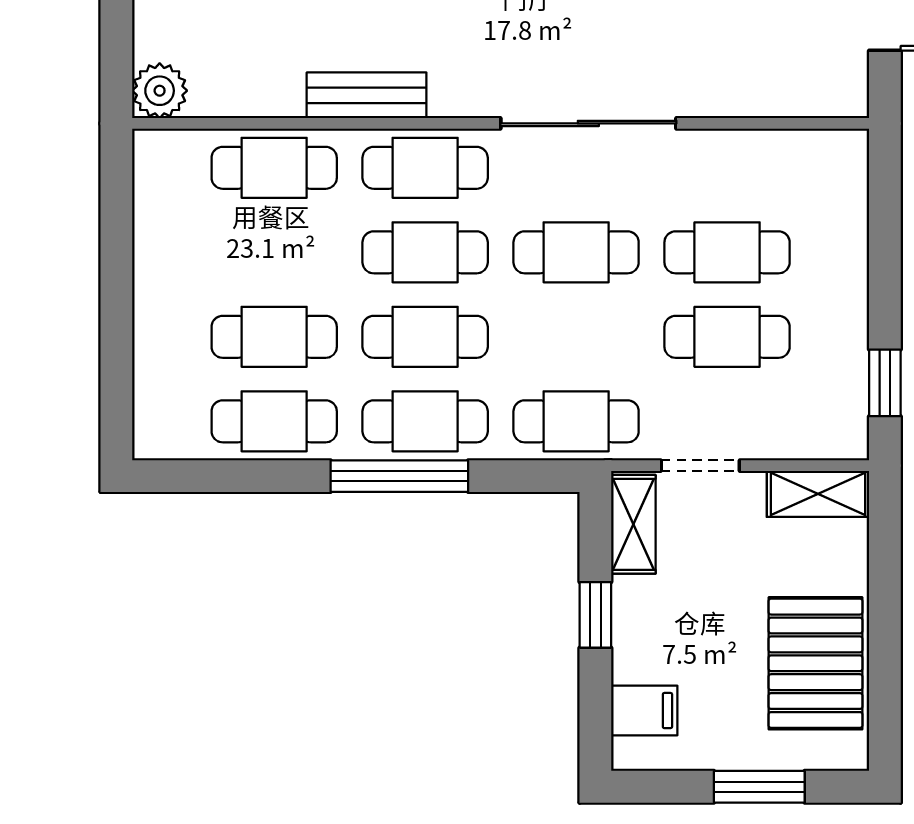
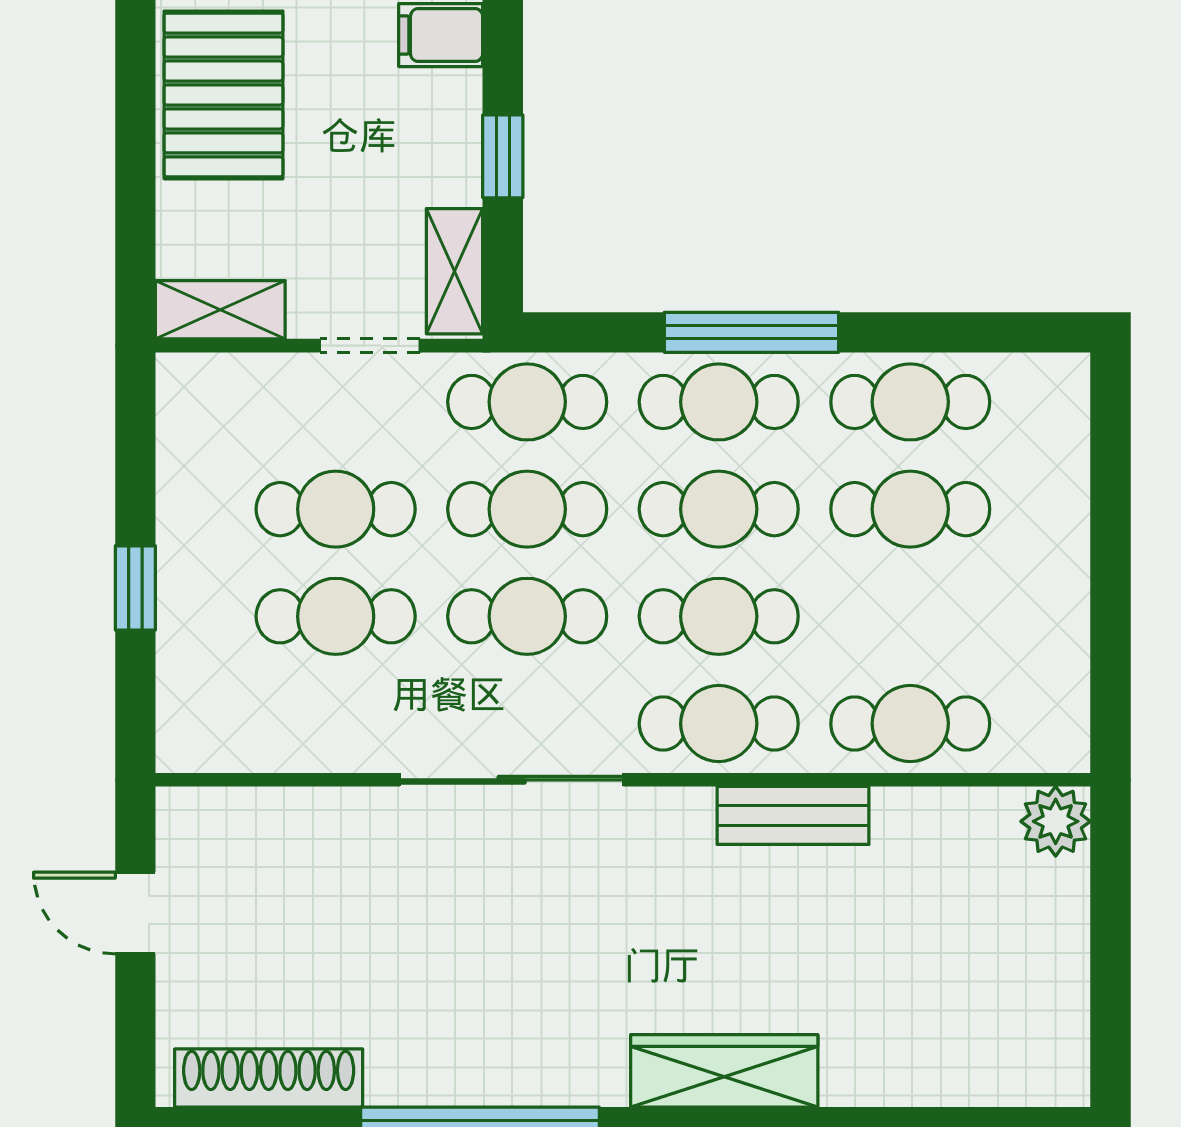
cafe table: (576, 337) -> (527, 509), added
window: (885, 383) -> (135, 588), moved

